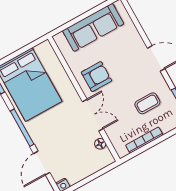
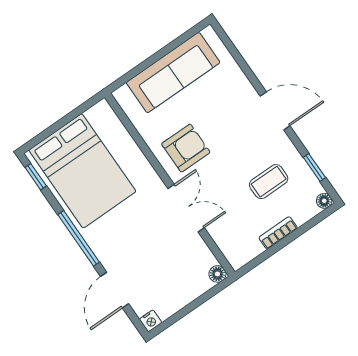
bookcase: (144, 140) -> (278, 233), width x0.64
floor lamp: (100, 144) -> (217, 274), moved

